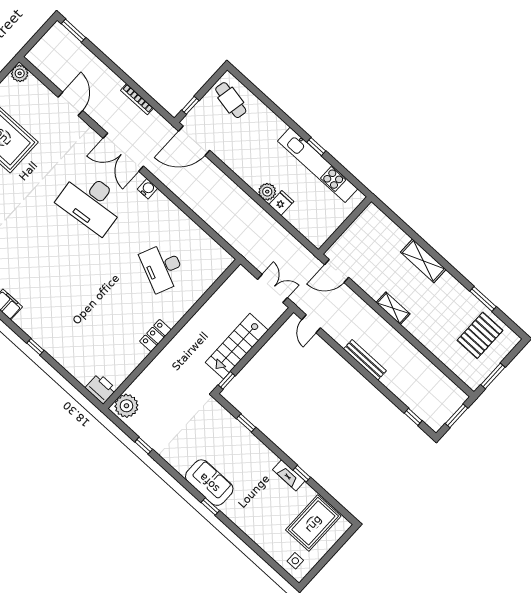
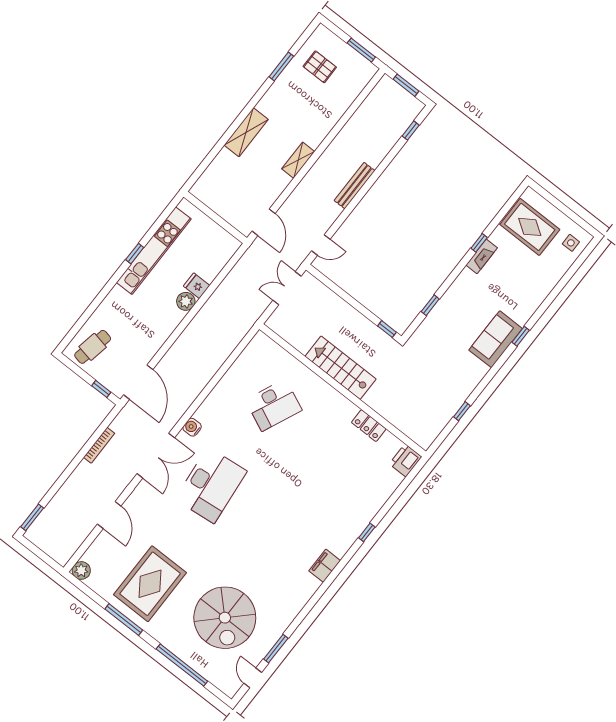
door: (70, 104) -> (109, 515), swing flipped
pallet: (480, 335) -> (320, 67), width x0.67, depth x0.71
locker: (155, 336) -> (369, 426), moved
stairs: (237, 346) -> (341, 368), moved, turned 180
plant: (126, 406) -> (422, 432), removed

